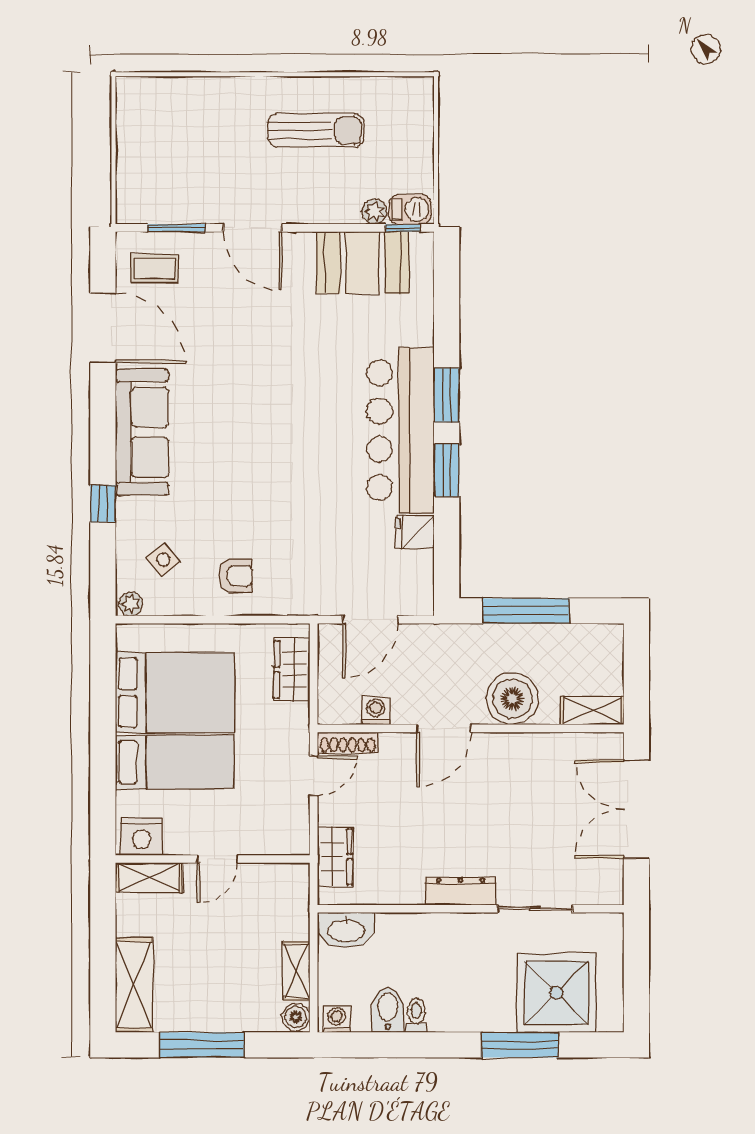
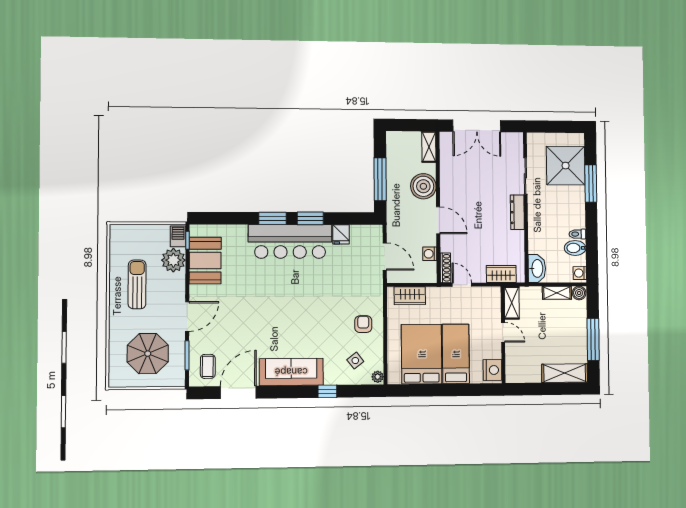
parasol: (180, 152) -> (148, 354), added
plant: (374, 212) -> (173, 260), width x1.88, depth x1.88
shelving: (149, 878) -> (512, 303), moved

